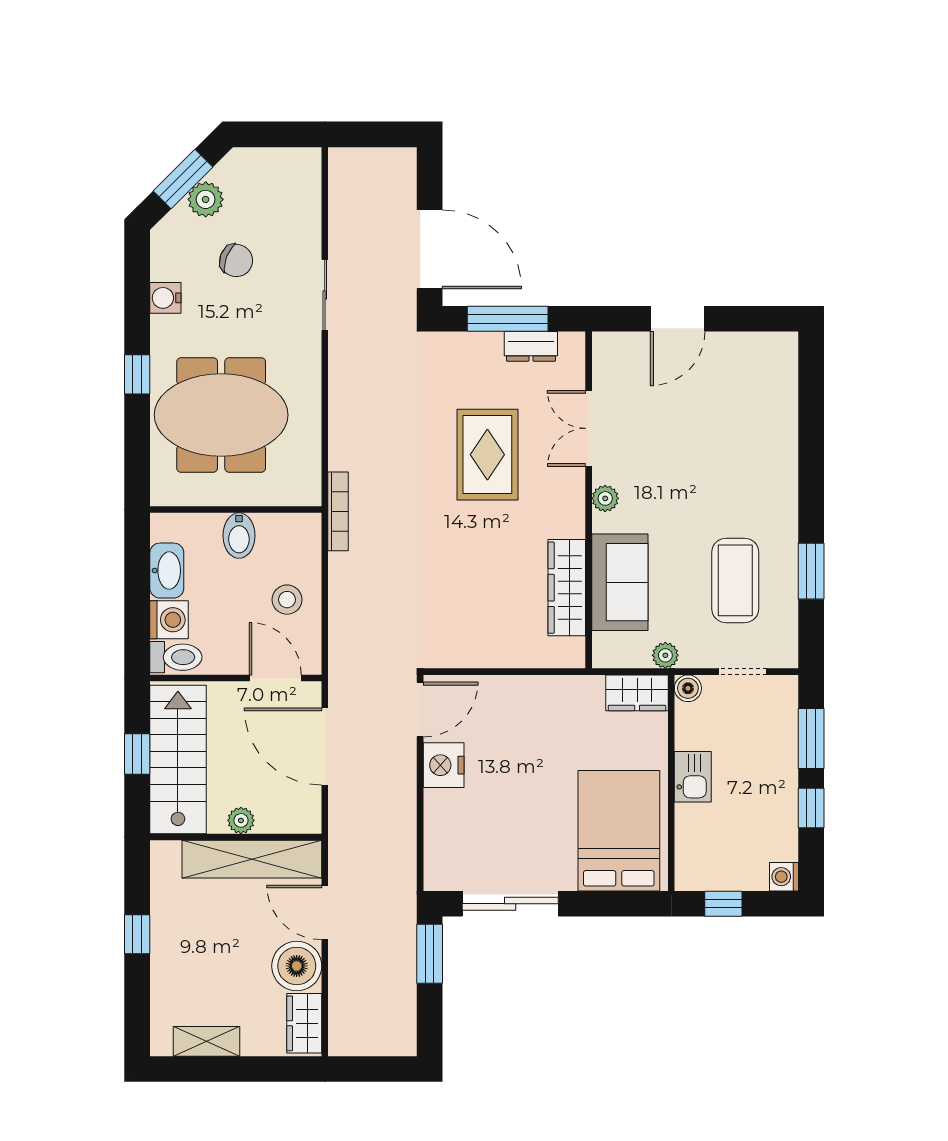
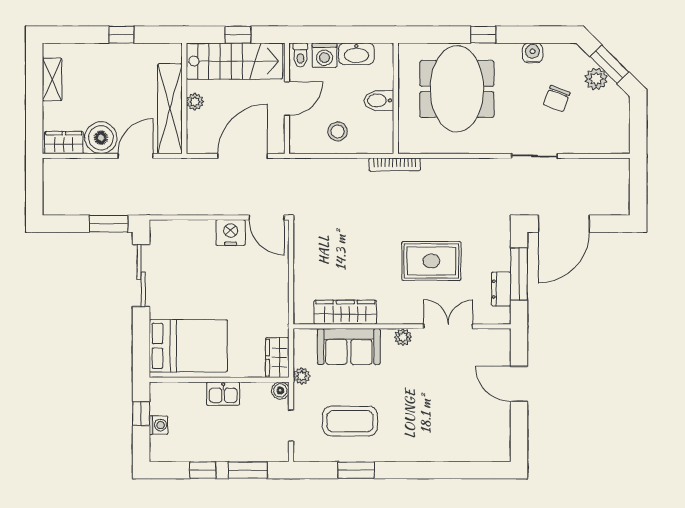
toilet: (176, 657) -> (300, 55), width x0.73, depth x0.72
door: (275, 678) -> (287, 99), moved
washing machine: (784, 877) -> (159, 425), moved, turned 90

